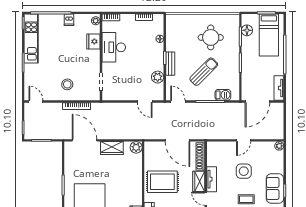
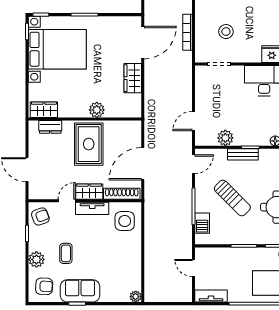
stool: (67, 84) -> (226, 32), moved
door: (257, 101) -> (193, 268), width x0.53
door: (244, 140) -> (143, 250), removed
plant: (136, 147) -> (97, 110), moved
side table: (244, 171) -> (125, 221), moved

